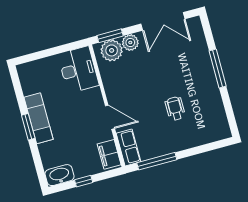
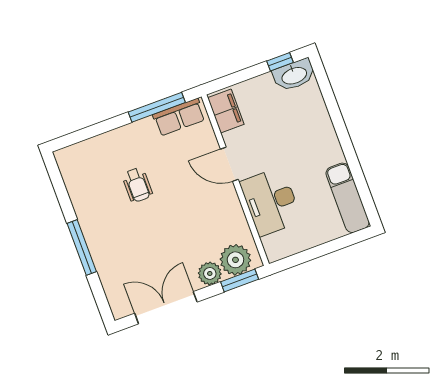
desk: (78, 70) -> (271, 202), moved
exam couch: (39, 118) -> (348, 198), moved
window: (28, 127) -> (345, 140), removed
row of seats: (128, 147) -> (179, 117), moved, turned -90
window: (84, 181) -> (280, 62), moved

